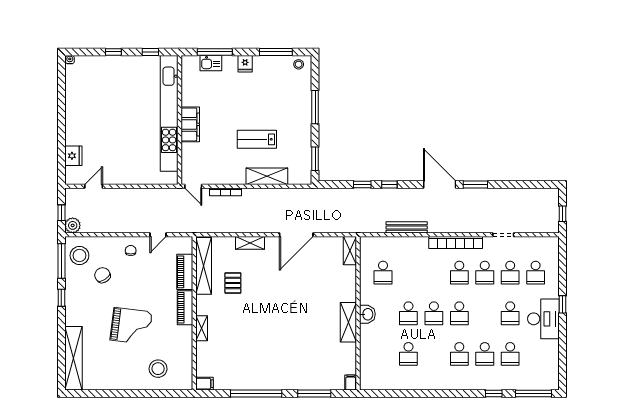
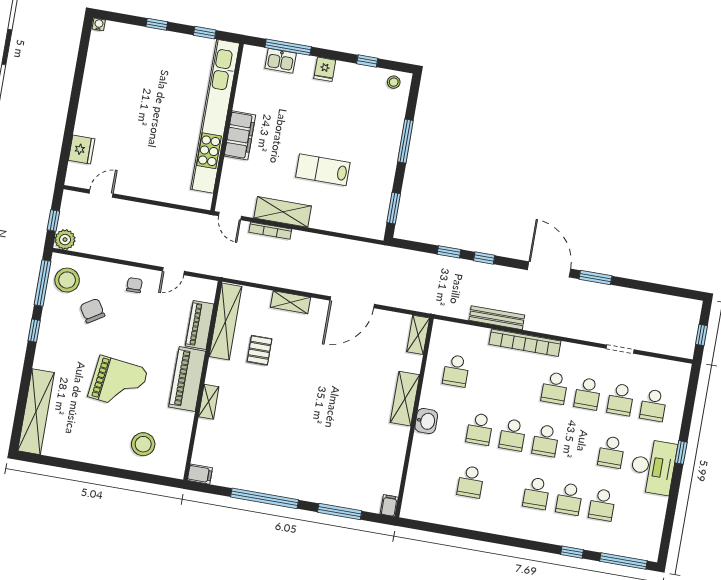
window: (276, 52) -> (367, 61), width x0.46
shelving: (267, 176) -> (283, 212), moved
bookcase: (456, 243) -> (525, 343), moved
piano: (185, 308) -> (187, 379), width x1.37, depth x1.33
shelving: (348, 322) -> (405, 399), moved

